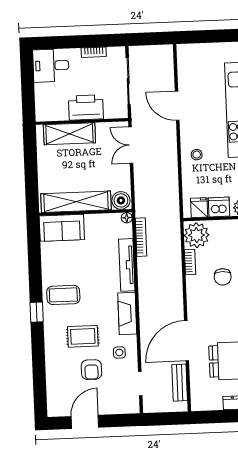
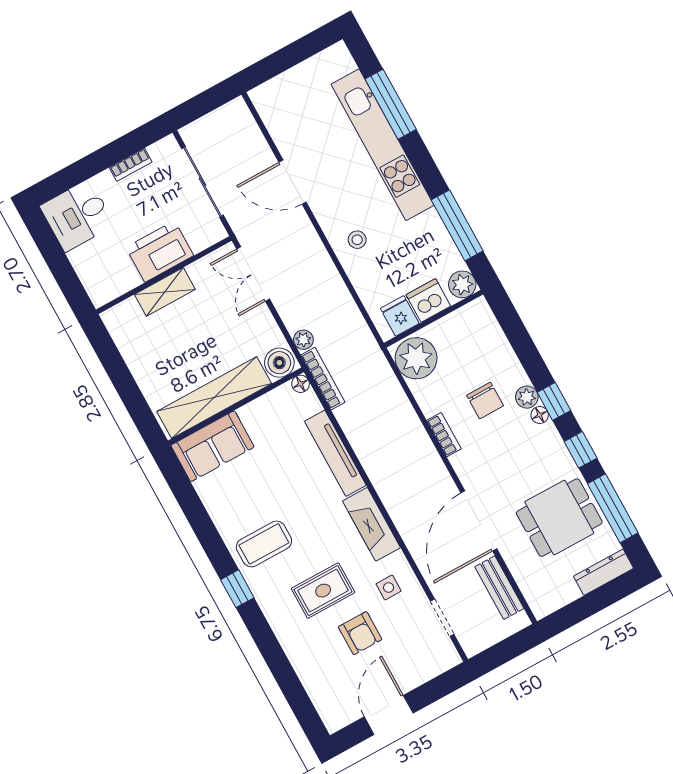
shelving: (69, 134) -> (165, 292), width x0.67, depth x0.75
plant: (140, 194) -> (303, 340), added
bookcase: (141, 237) -> (323, 379), moved
bookcase: (190, 262) -> (444, 435), moved

